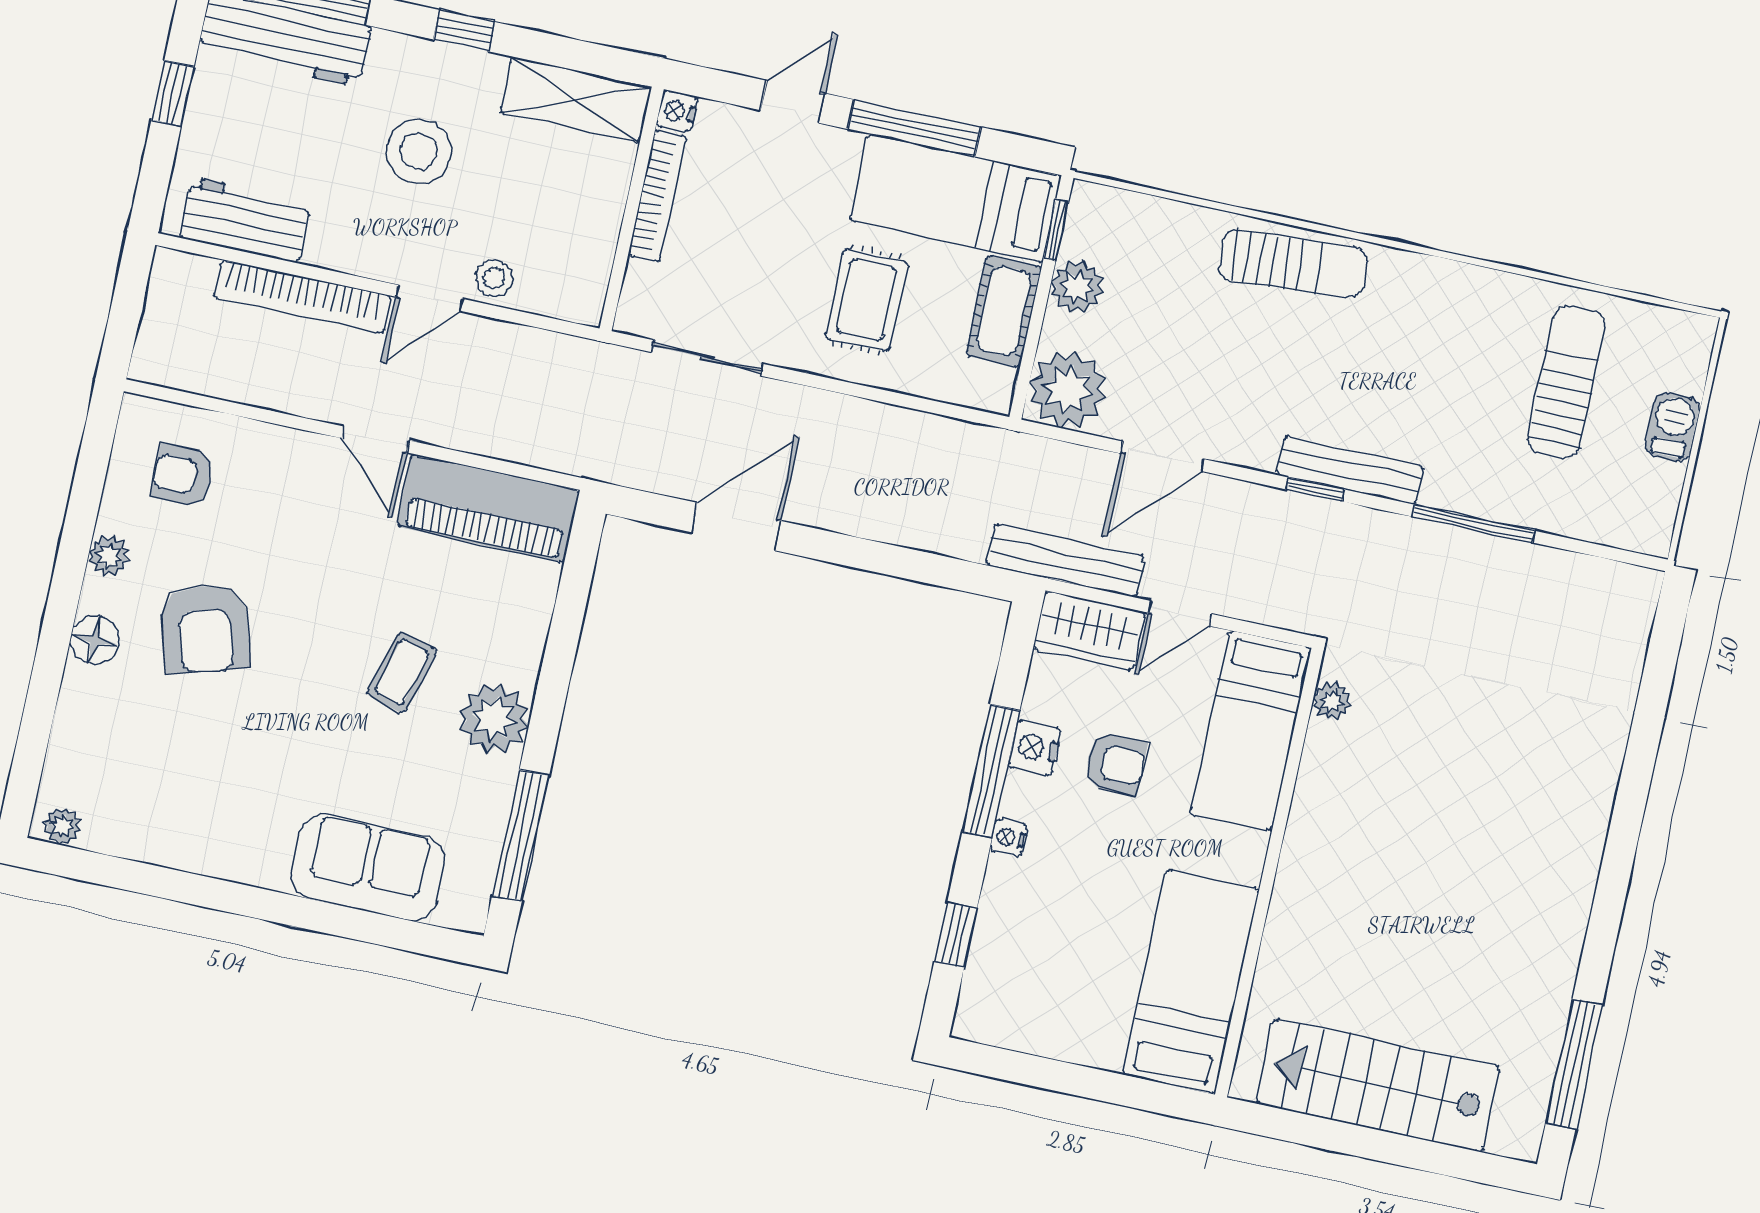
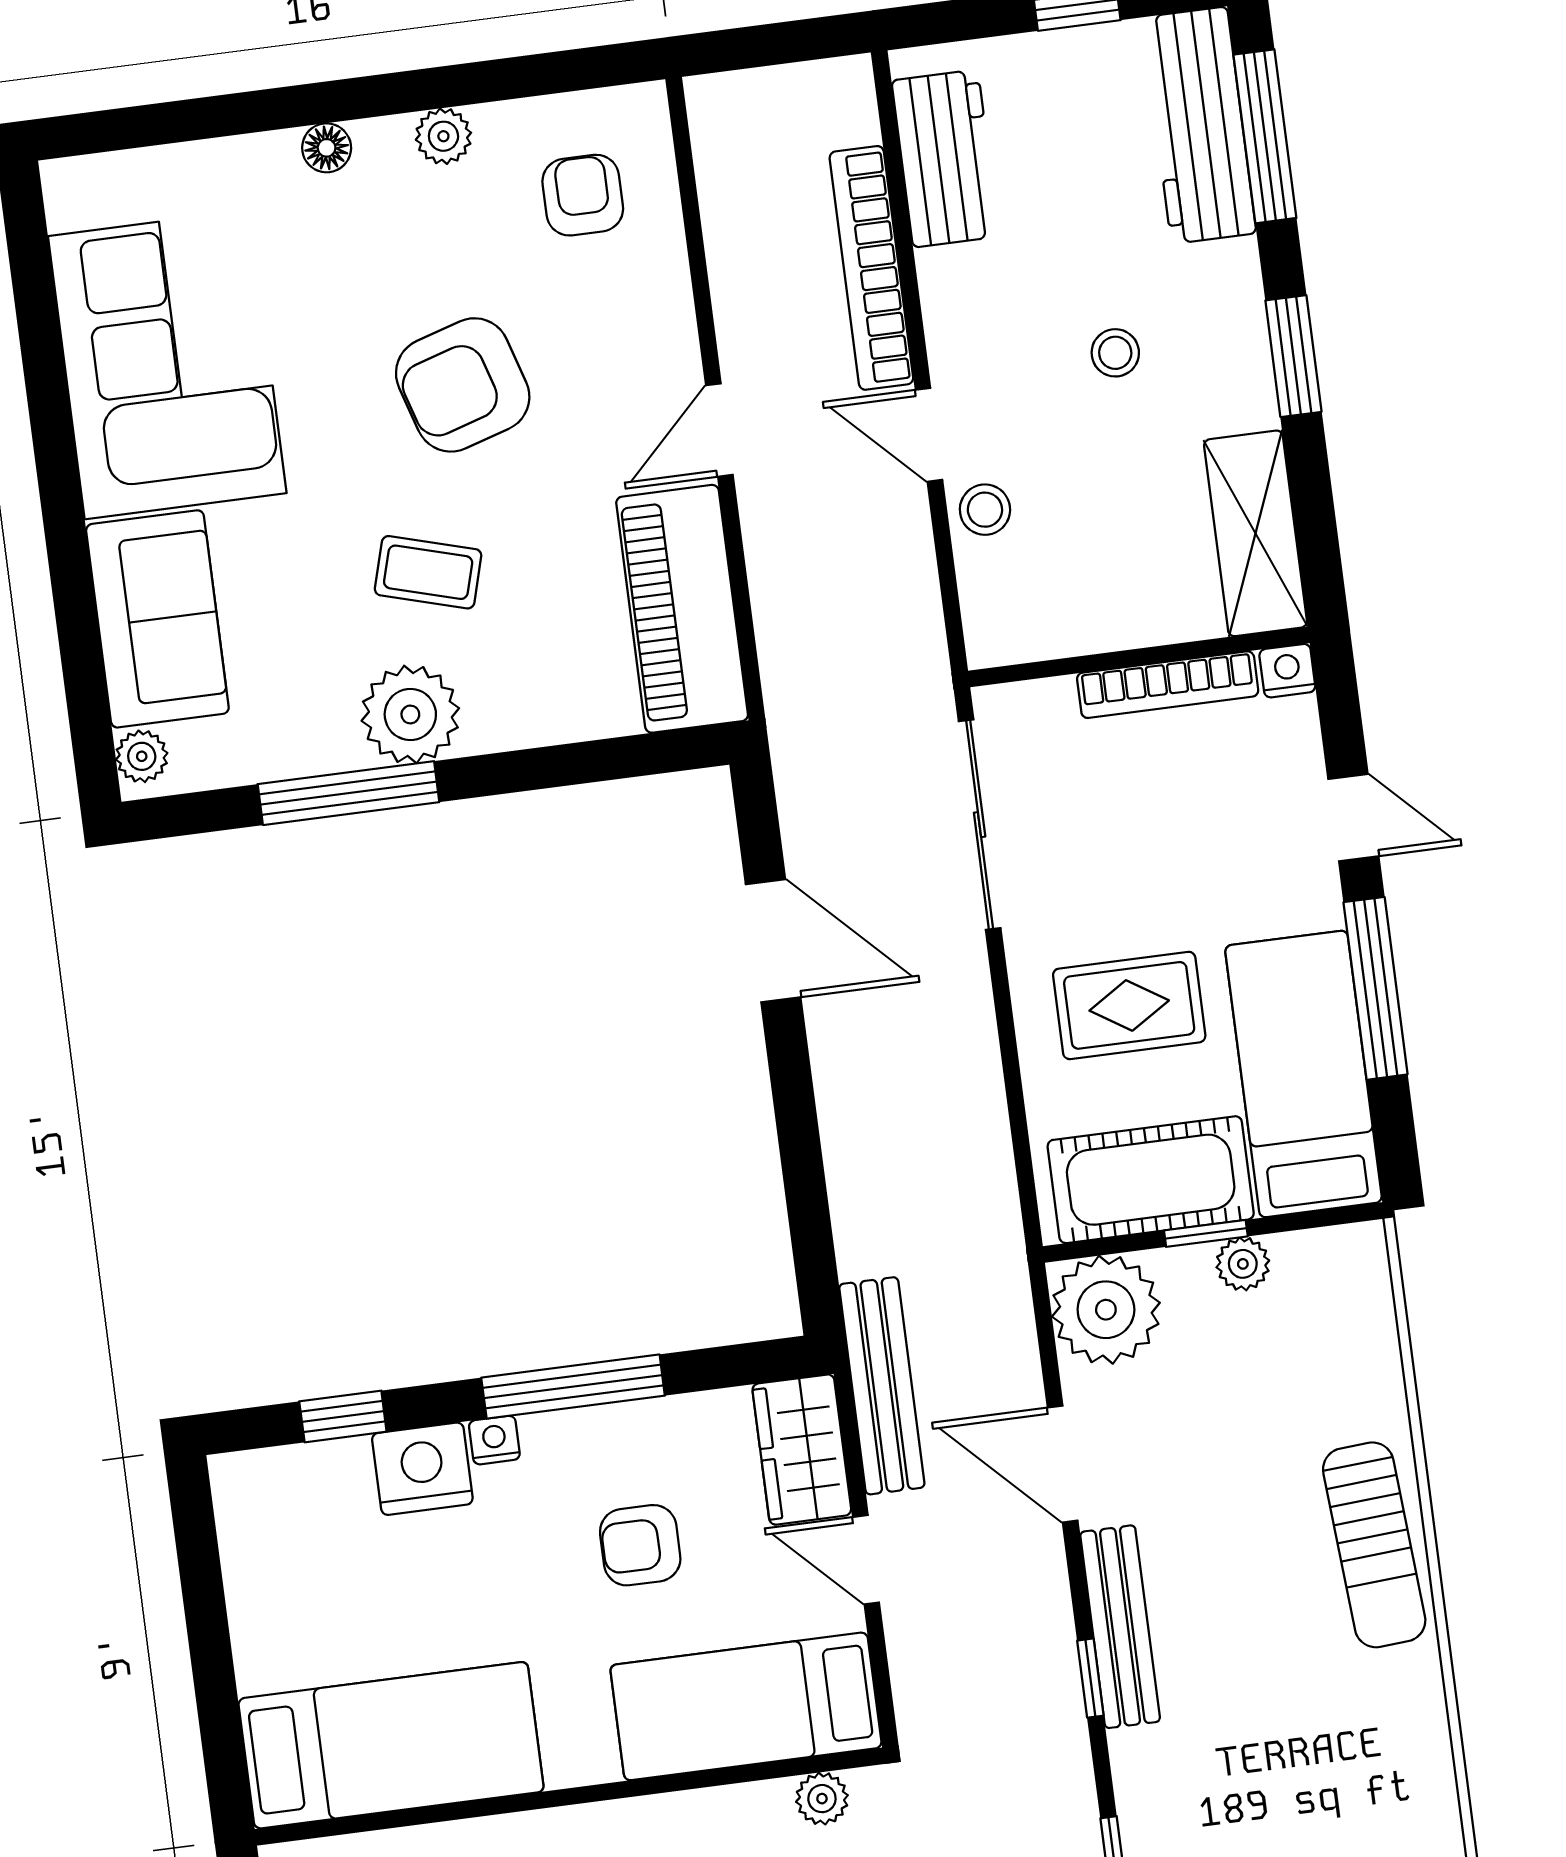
window: (464, 31) -> (1293, 356), width x1.50
stool: (419, 151) -> (1115, 353), width x0.53, depth x0.53
window: (1056, 230) -> (1206, 1233), moved
plant: (1077, 287) -> (1243, 1264), width x0.73, depth x0.73
cot: (1004, 311) -> (1151, 1180), width x1.37, depth x1.34
sliding door: (707, 358) -> (980, 825), width x1.37
bench: (1350, 470) -> (1120, 1627), moved
armchair: (205, 629) -> (463, 385), moved
floor lamp: (95, 640) -> (327, 148), width x0.73, depth x0.73
nightstand: (1034, 748) -> (422, 1469), moved, width x1.36, depth x1.33
armchair: (1115, 764) -> (640, 1545), turned 90
corner sofa: (197, 799) -> (167, 365), added
plant: (62, 826) -> (142, 756), moved
window: (521, 836) -> (348, 793), moved

